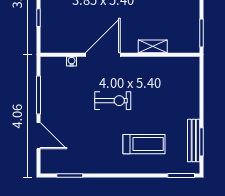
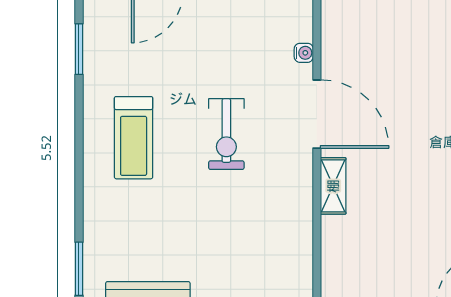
shelving: (153, 46) -> (333, 186), moved
treadmill: (144, 144) -> (134, 138), moved

